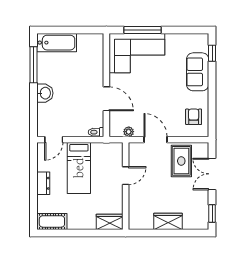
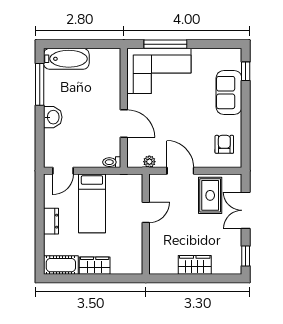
wardrobe: (110, 222) -> (95, 266), moved

